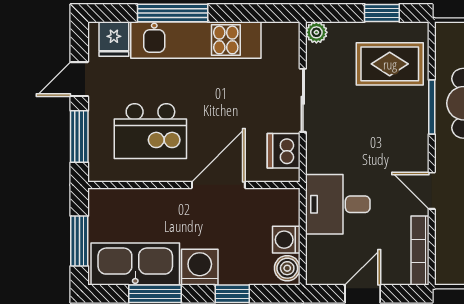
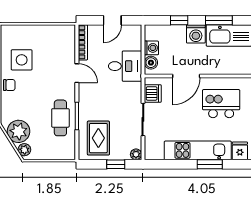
window: (173, 13) -> (210, 164), width x0.69
window: (382, 13) -> (116, 164), moved
rug: (390, 64) -> (98, 138), turned 90
boiler: (287, 268) -> (151, 63), moved

